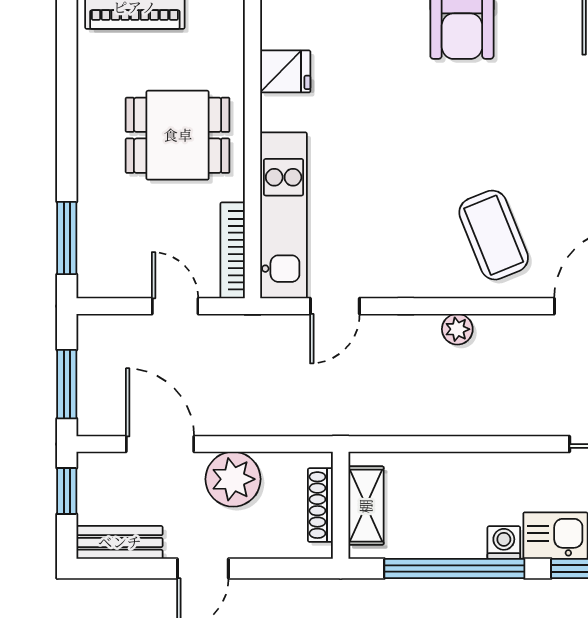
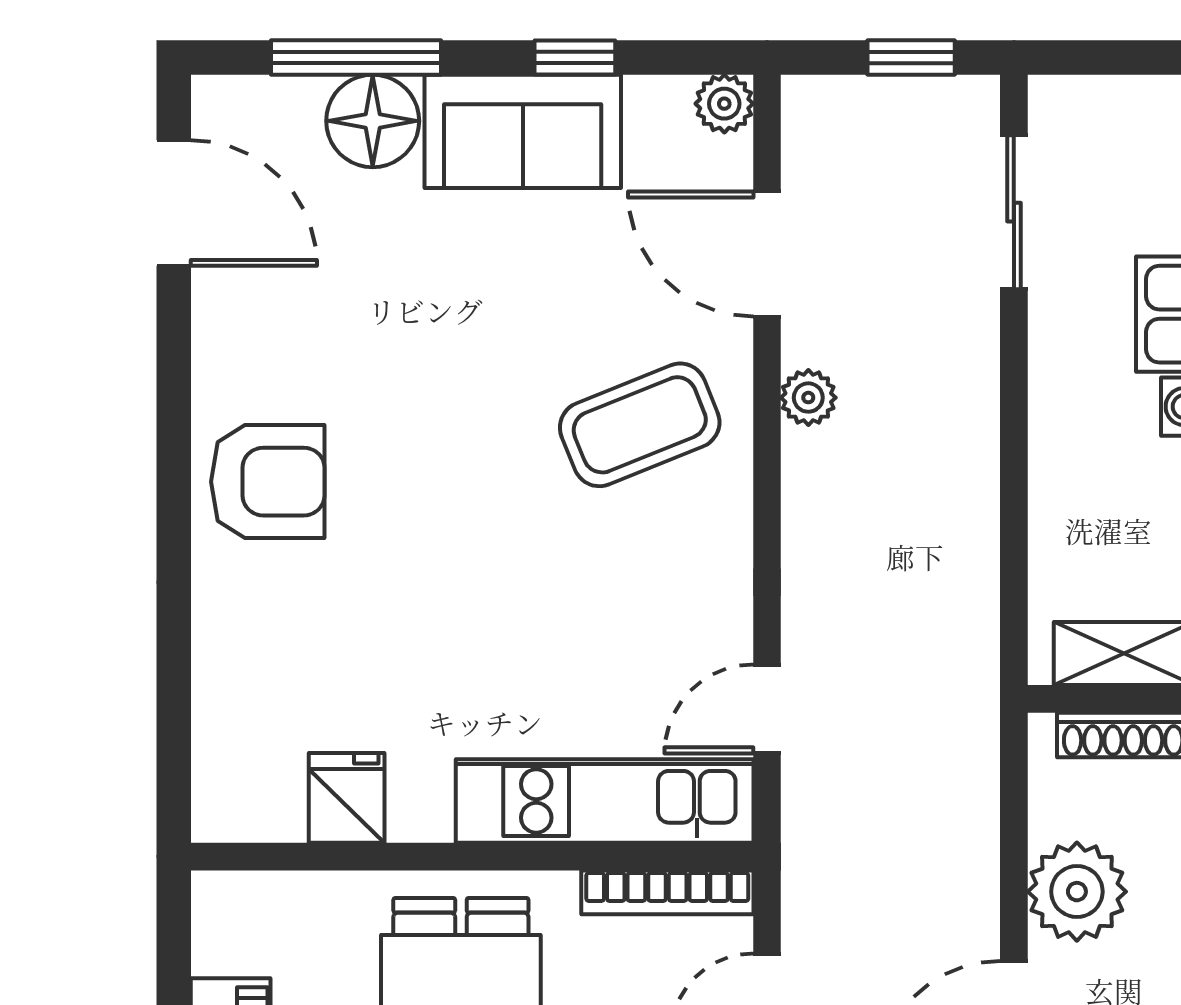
door: (335, 306) -> (767, 709), swing flipped
plant: (457, 329) -> (808, 398), moved

